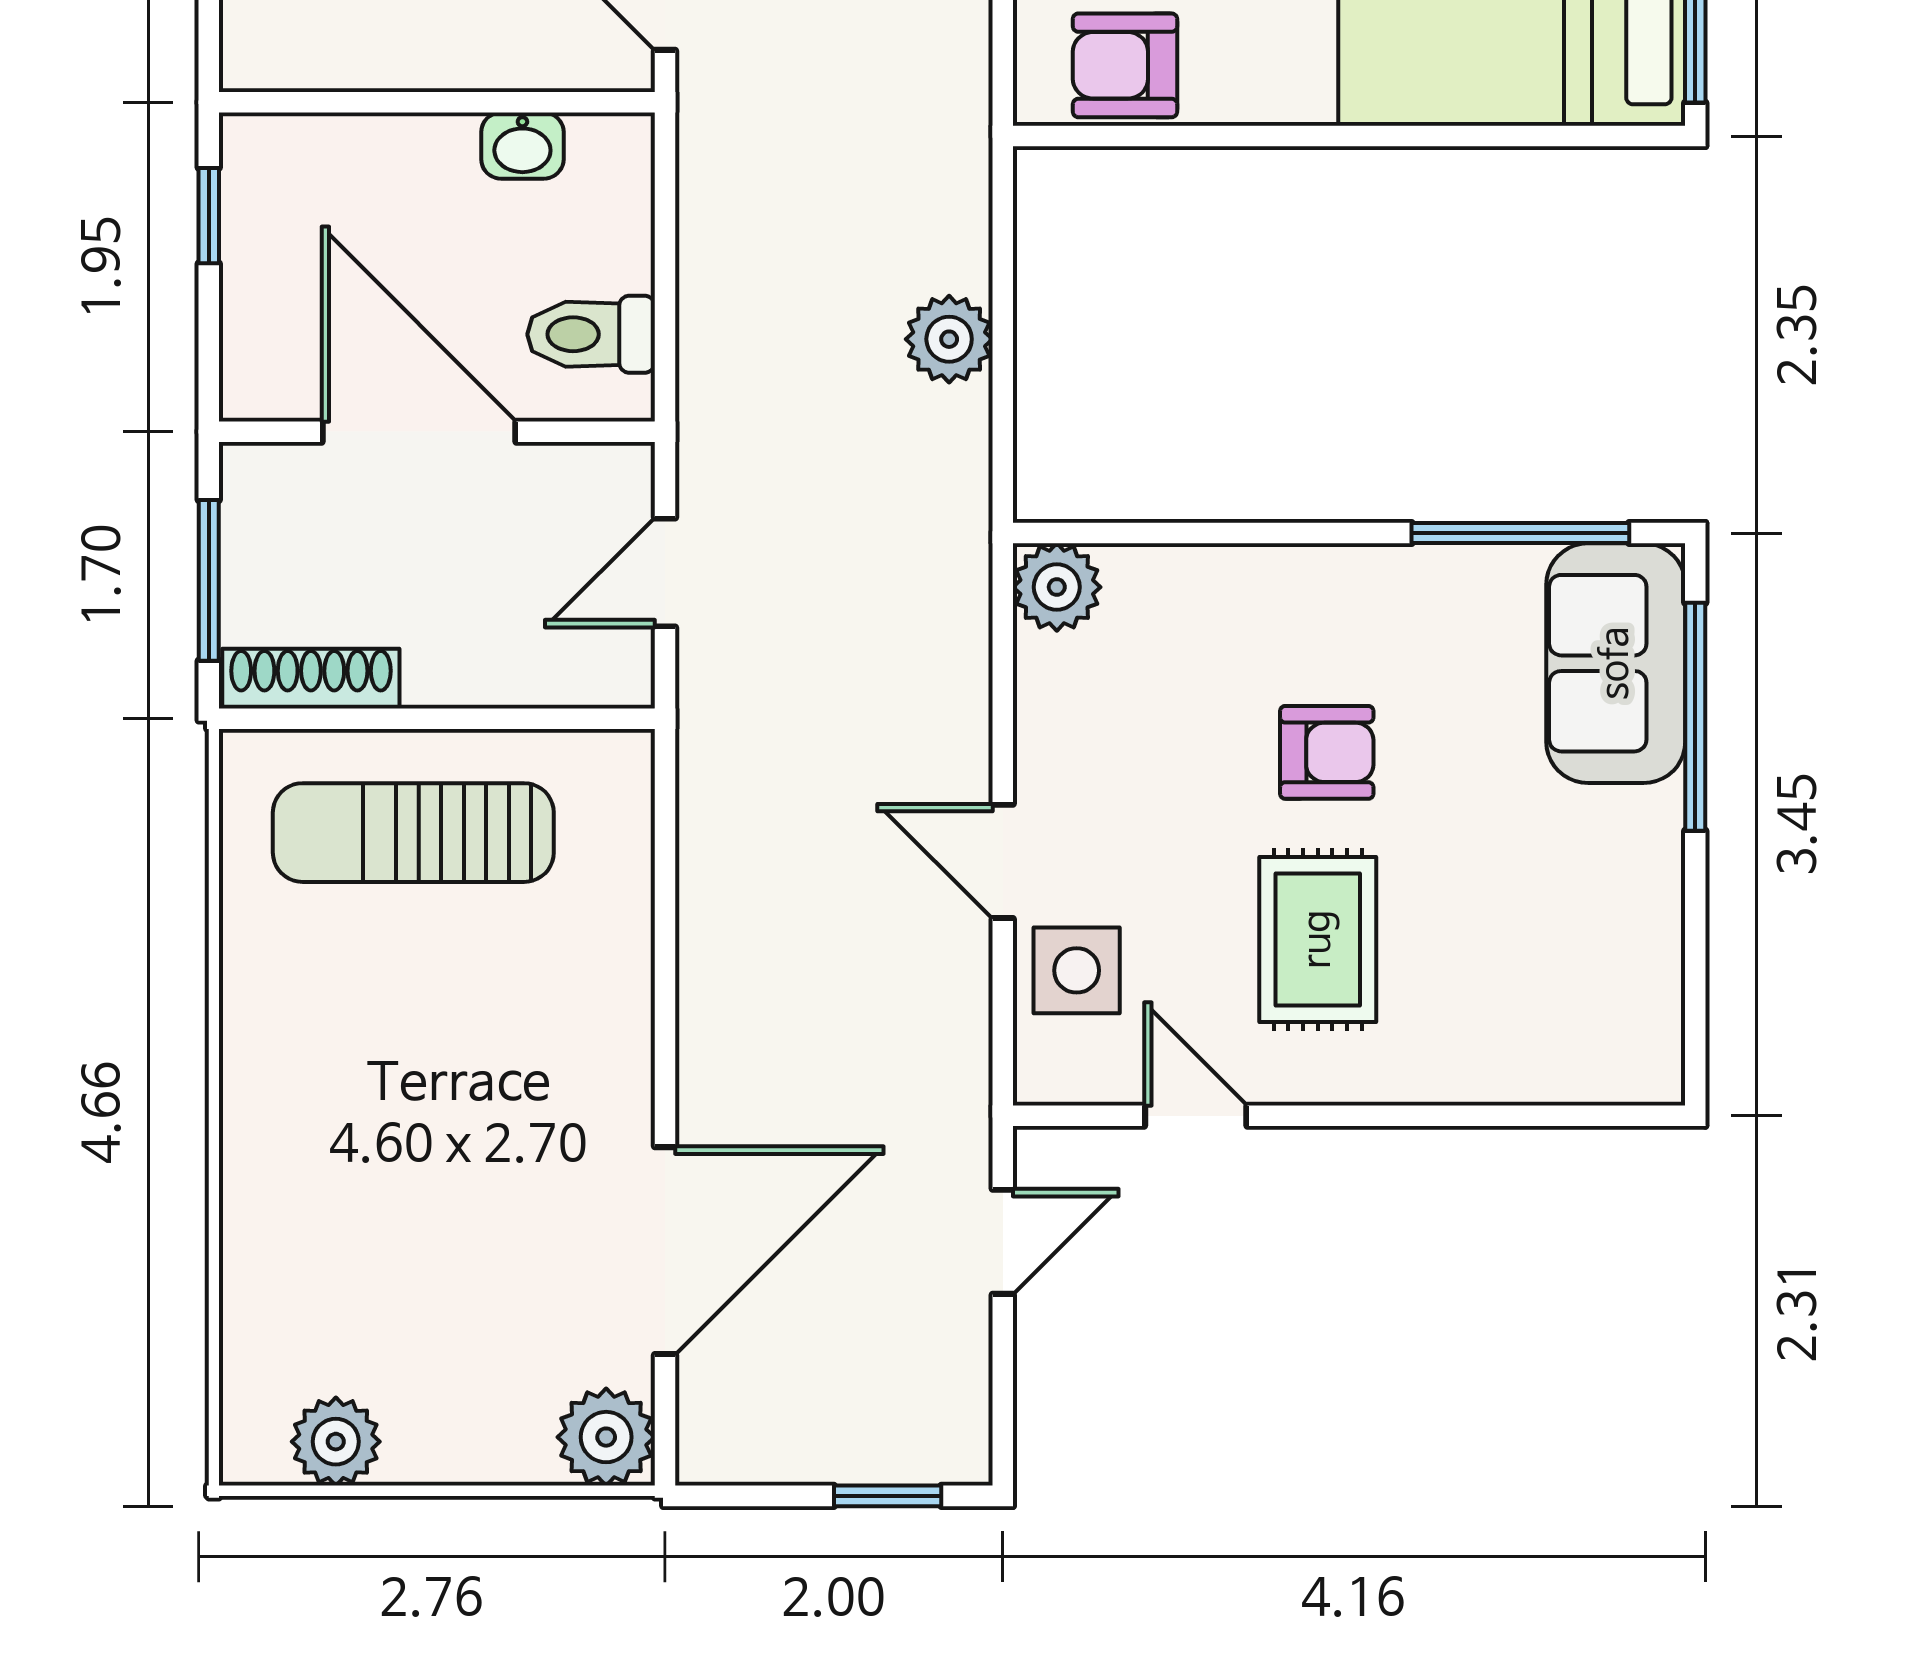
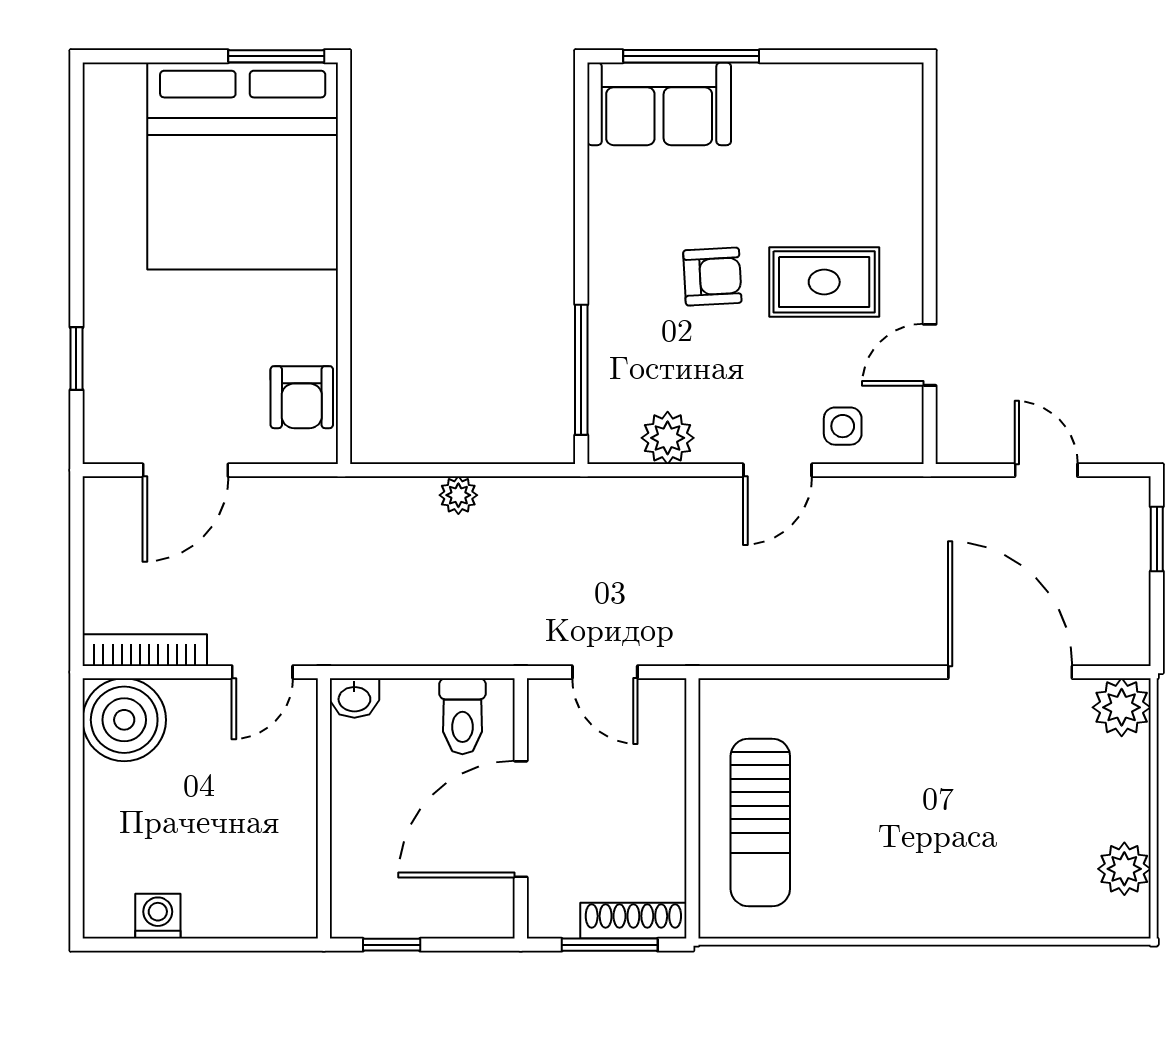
washbasin: (522, 146) -> (354, 698), moved, turned 90
plant: (949, 339) -> (458, 495), width x0.73, depth x0.73
window: (1520, 533) -> (581, 370), moved
plant: (1057, 587) -> (668, 438), moved
shoe rack: (311, 679) -> (633, 921), moved, turned 90
armchair: (1327, 752) -> (712, 277), turned 87
side table: (1077, 970) -> (843, 426), width x0.73, depth x0.73
door: (1003, 1242) -> (1046, 470), moved

